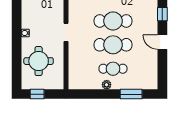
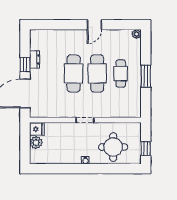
window: (162, 14) -> (67, 25), removed
plant: (107, 85) -> (137, 34), moved
window: (131, 94) -> (146, 76), moved

